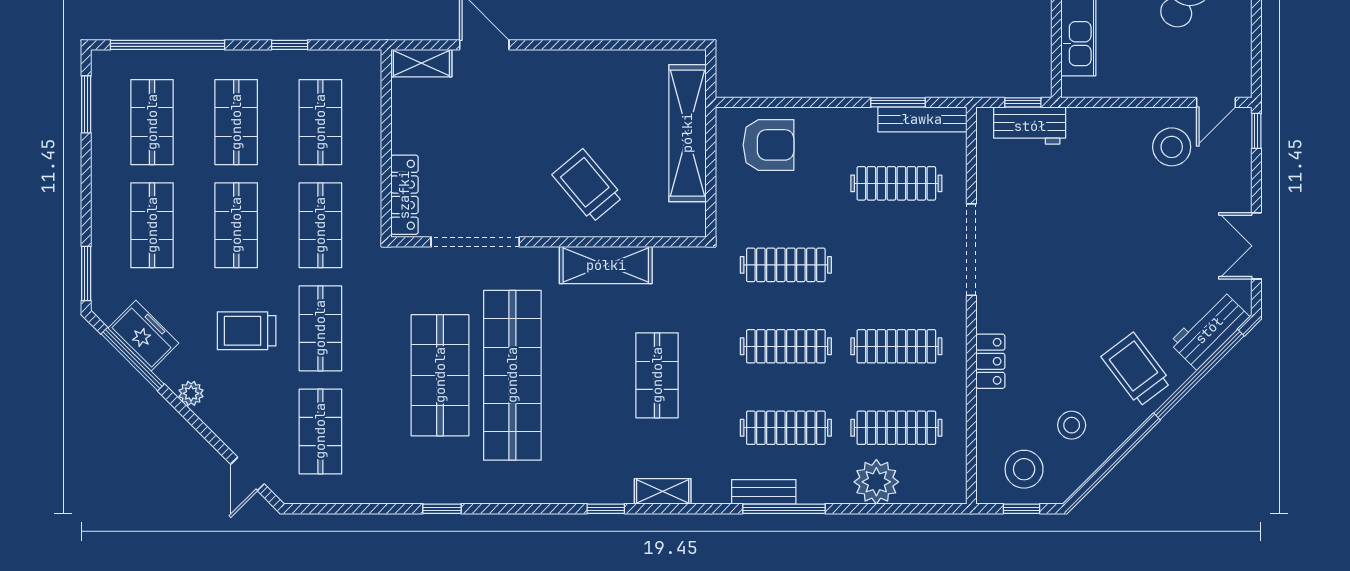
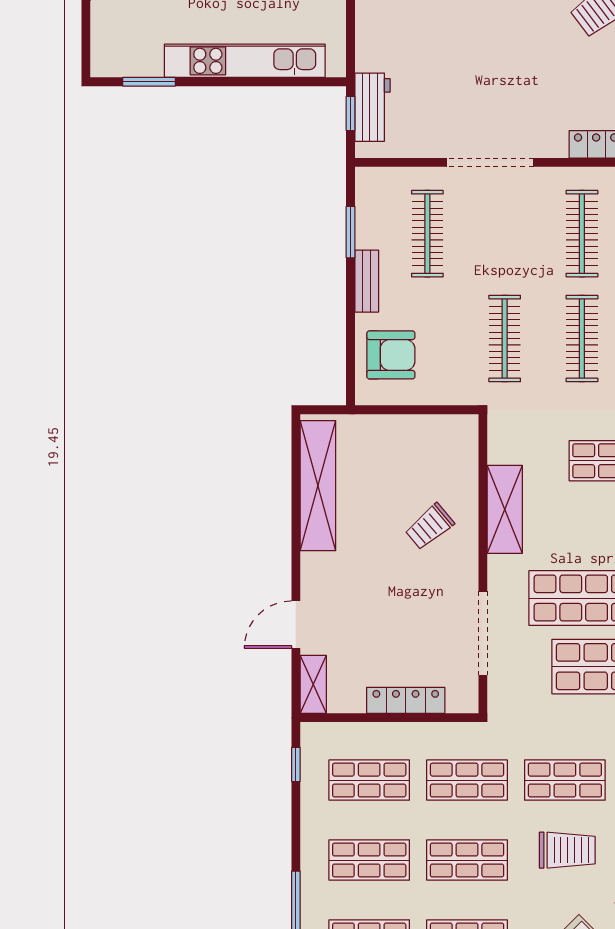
window: (290, 45) -> (296, 764), moved
bench: (922, 119) -> (367, 281), moved, width x0.73
shelving: (687, 133) -> (318, 486), moved, turned 90
armchair: (768, 145) -> (391, 355), turned 90
trolley: (588, 186) -> (429, 527), width x0.73, depth x0.72
locker: (404, 195) -> (406, 700), moved
trolley: (247, 331) -> (567, 850), turned -90

